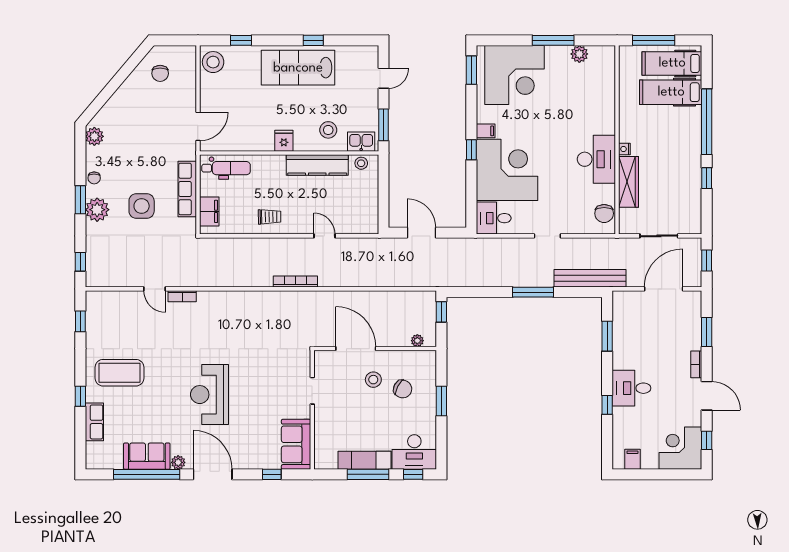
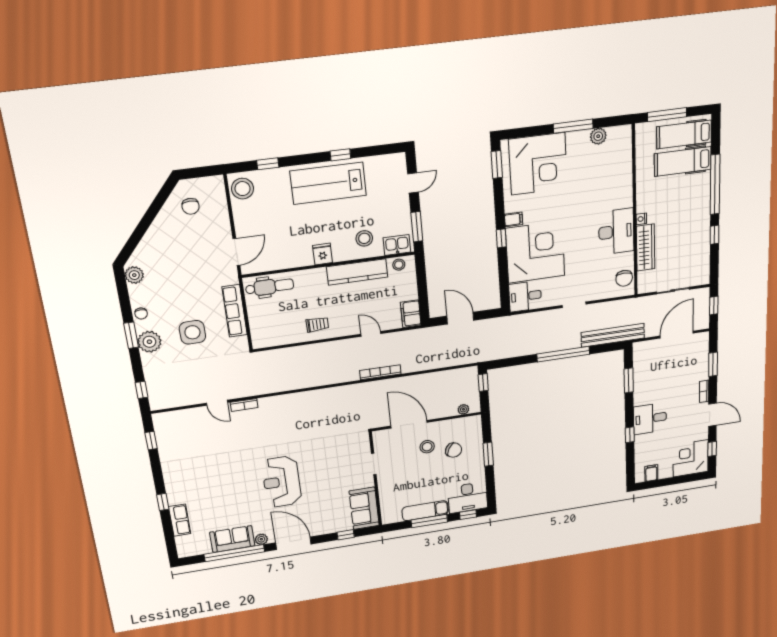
filing cabinet: (209, 211) -> (411, 314), moved, turned 180
bookcase: (295, 282) -> (380, 372), moved
window: (533, 292) -> (563, 354), width x1.46
coffee table: (119, 373) -> (196, 477), removed

